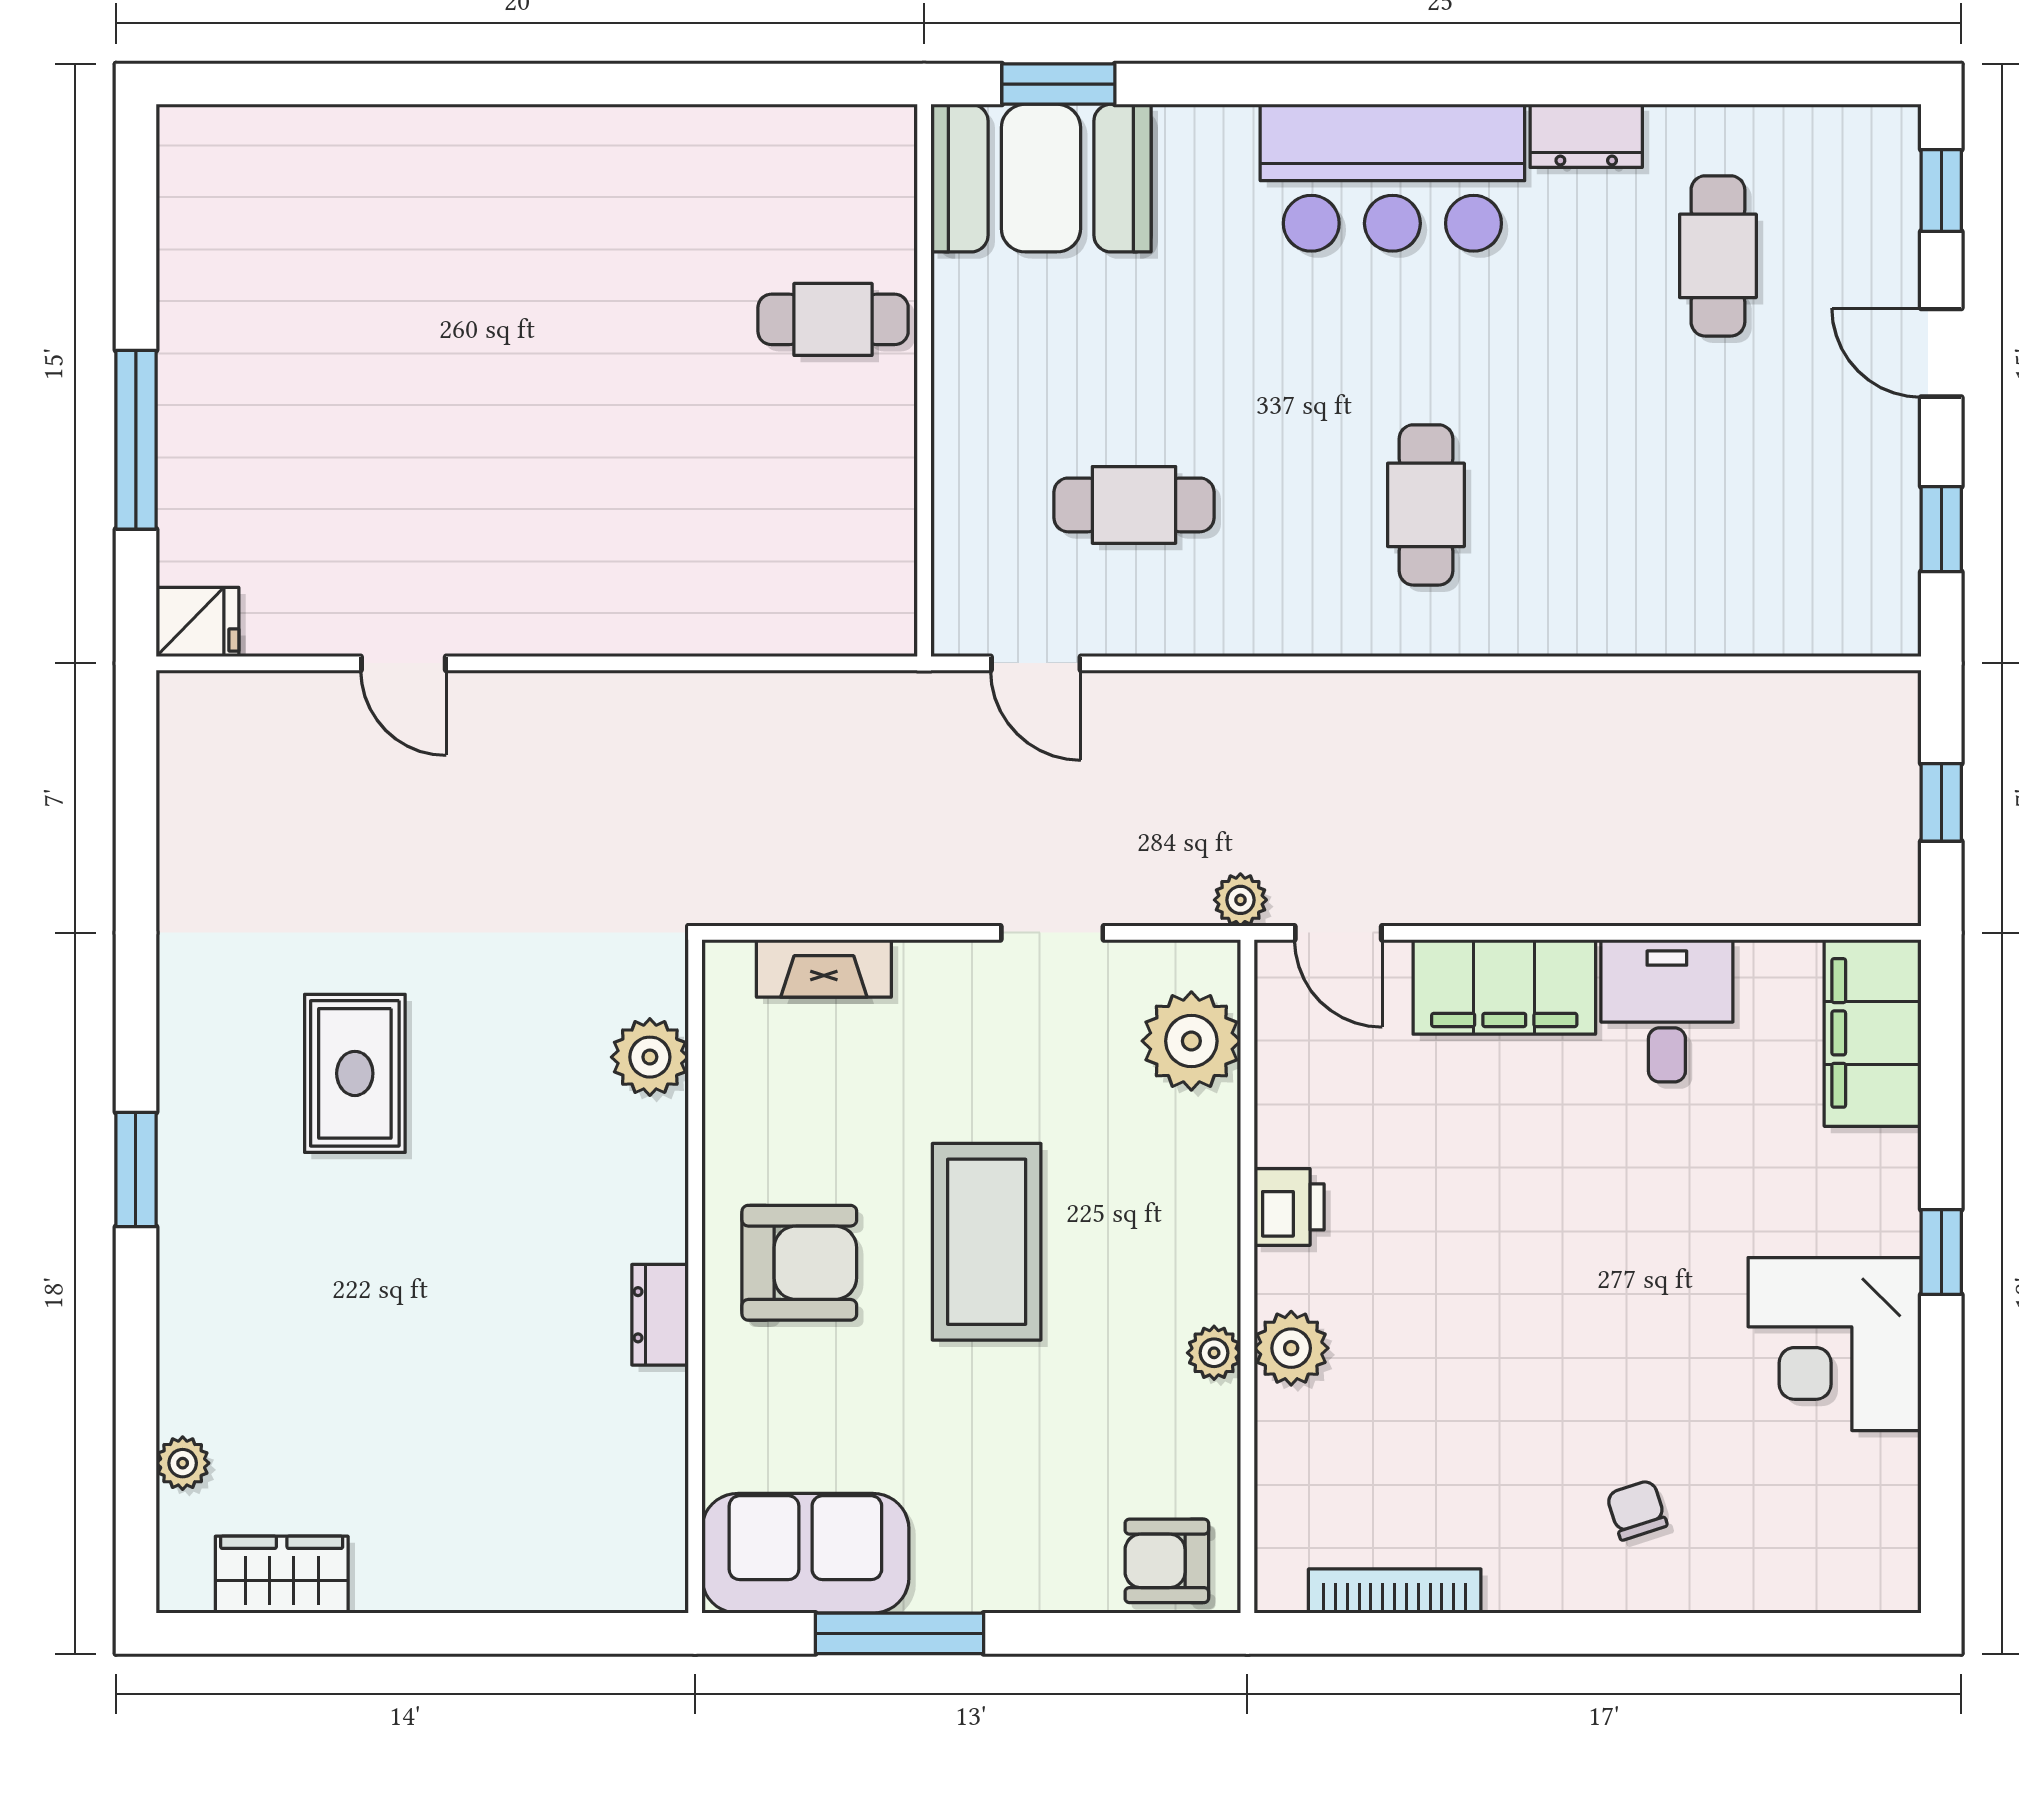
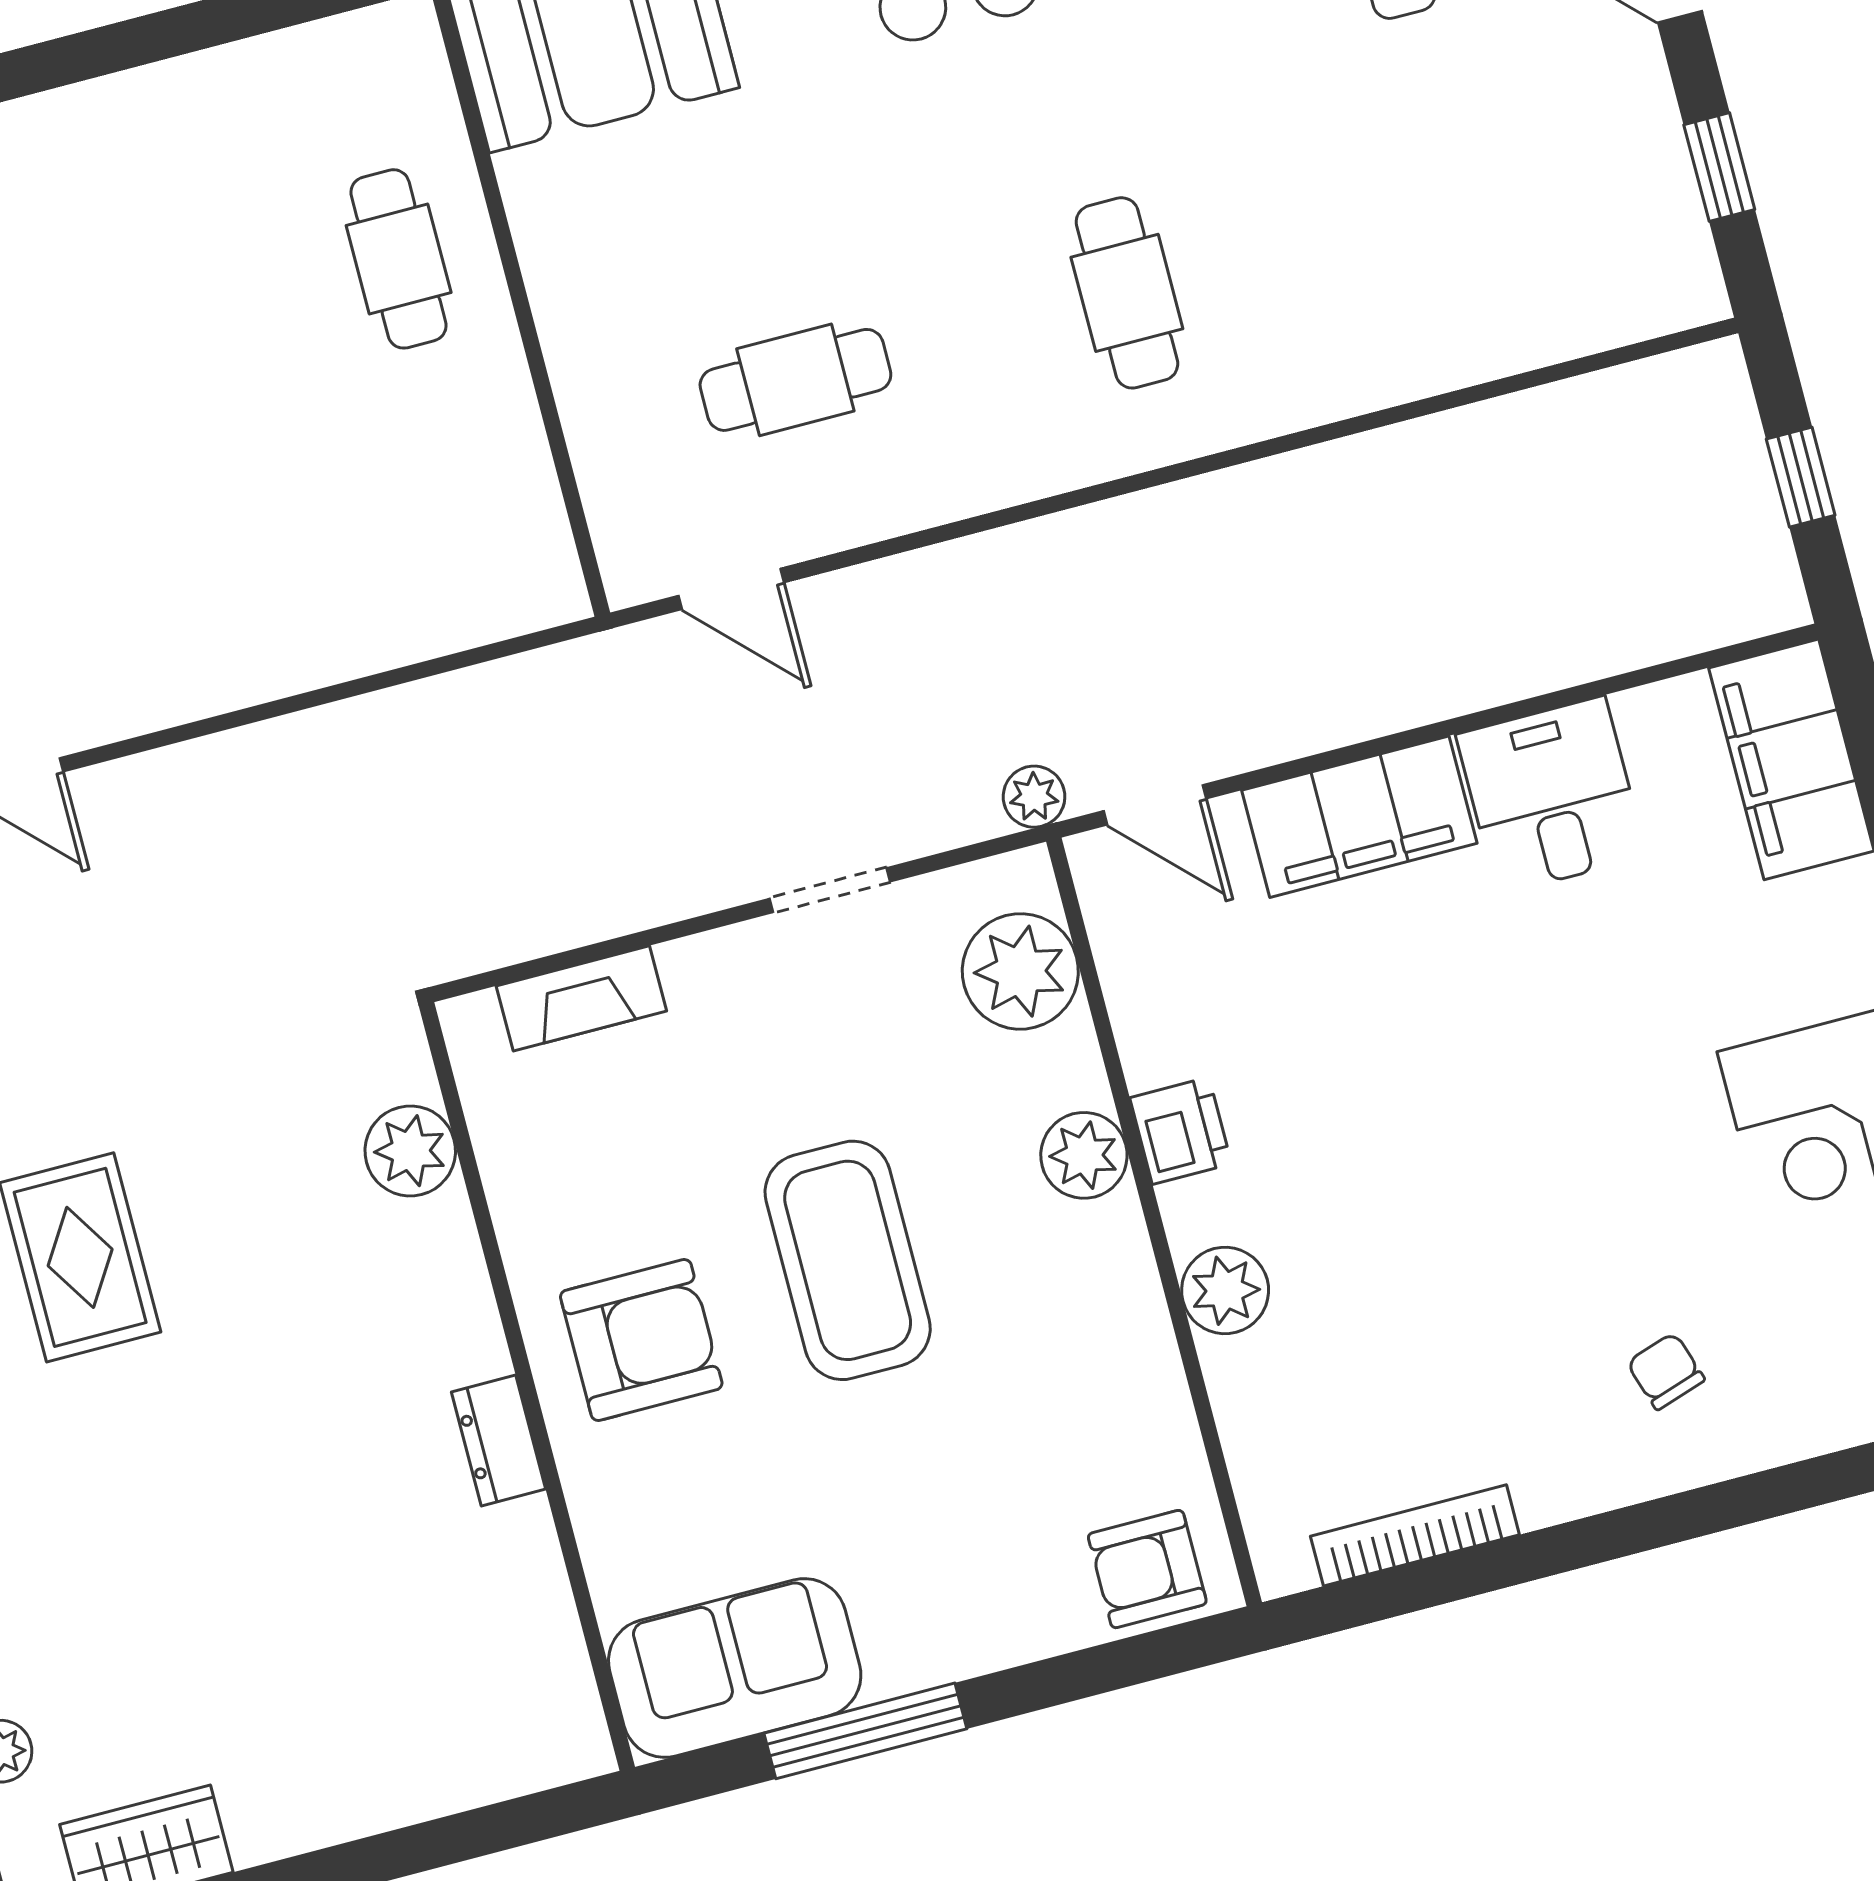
cafe table: (833, 319) -> (399, 259), turned 90
plant: (1214, 1353) -> (1084, 1155), moved, width x1.38, depth x1.38

